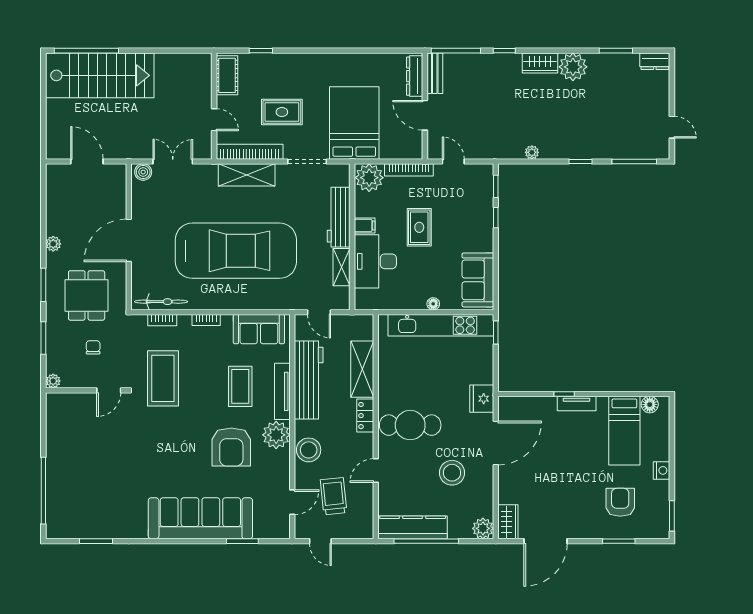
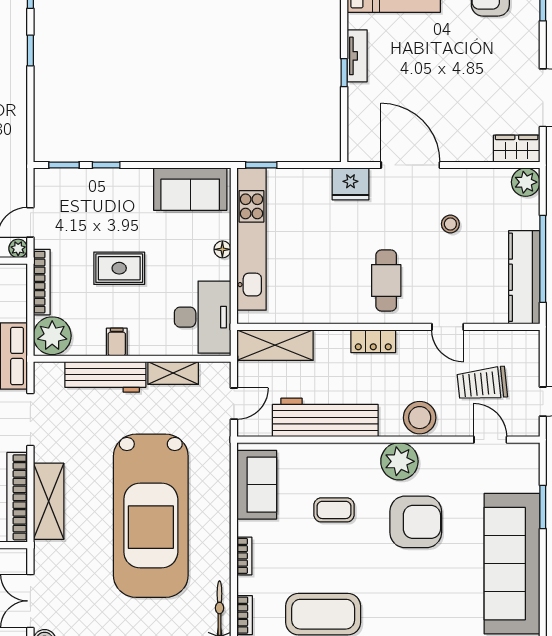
plant: (532, 152) -> (18, 248), moved
car: (236, 251) -> (151, 516), turned 180
desk: (375, 261) -> (203, 317), moved, turned -90
shelving: (362, 369) -> (275, 345), moved
coffee table: (240, 386) -> (334, 510), width x0.73, depth x0.77
tv unit: (282, 391) -> (341, 453), removed
cafe table: (410, 425) -> (386, 281), width x0.73, depth x0.74
stool: (452, 473) -> (450, 224), width x0.53, depth x0.53

